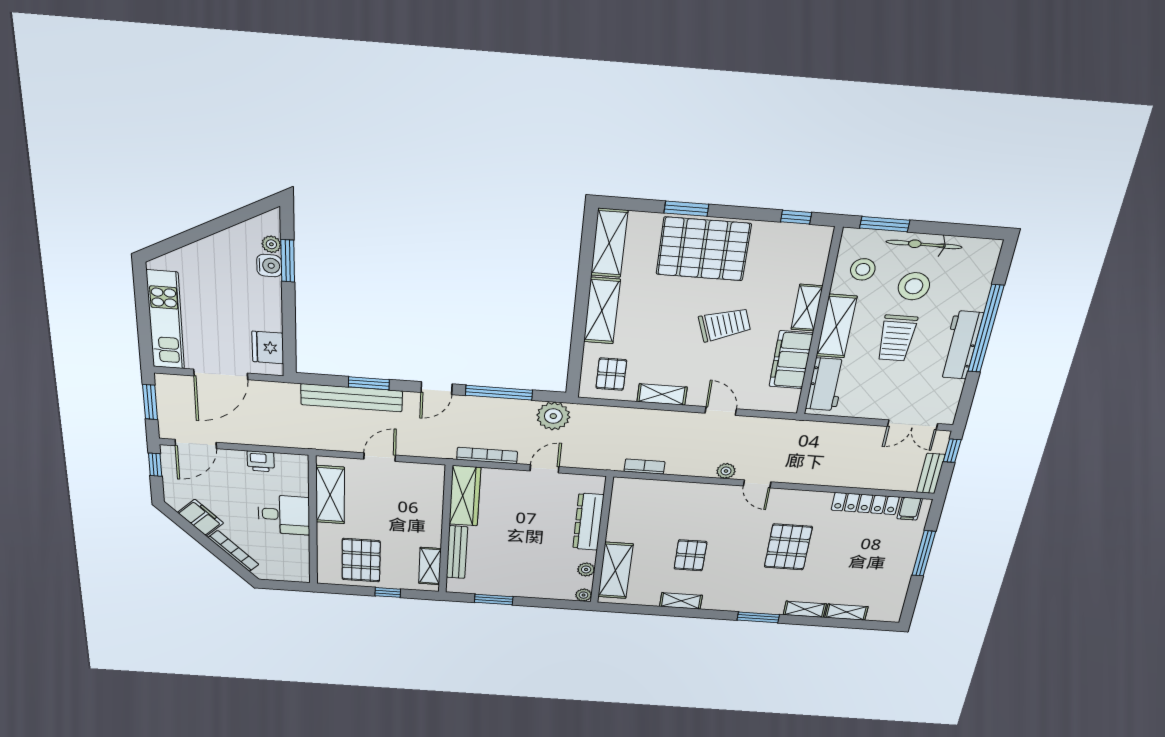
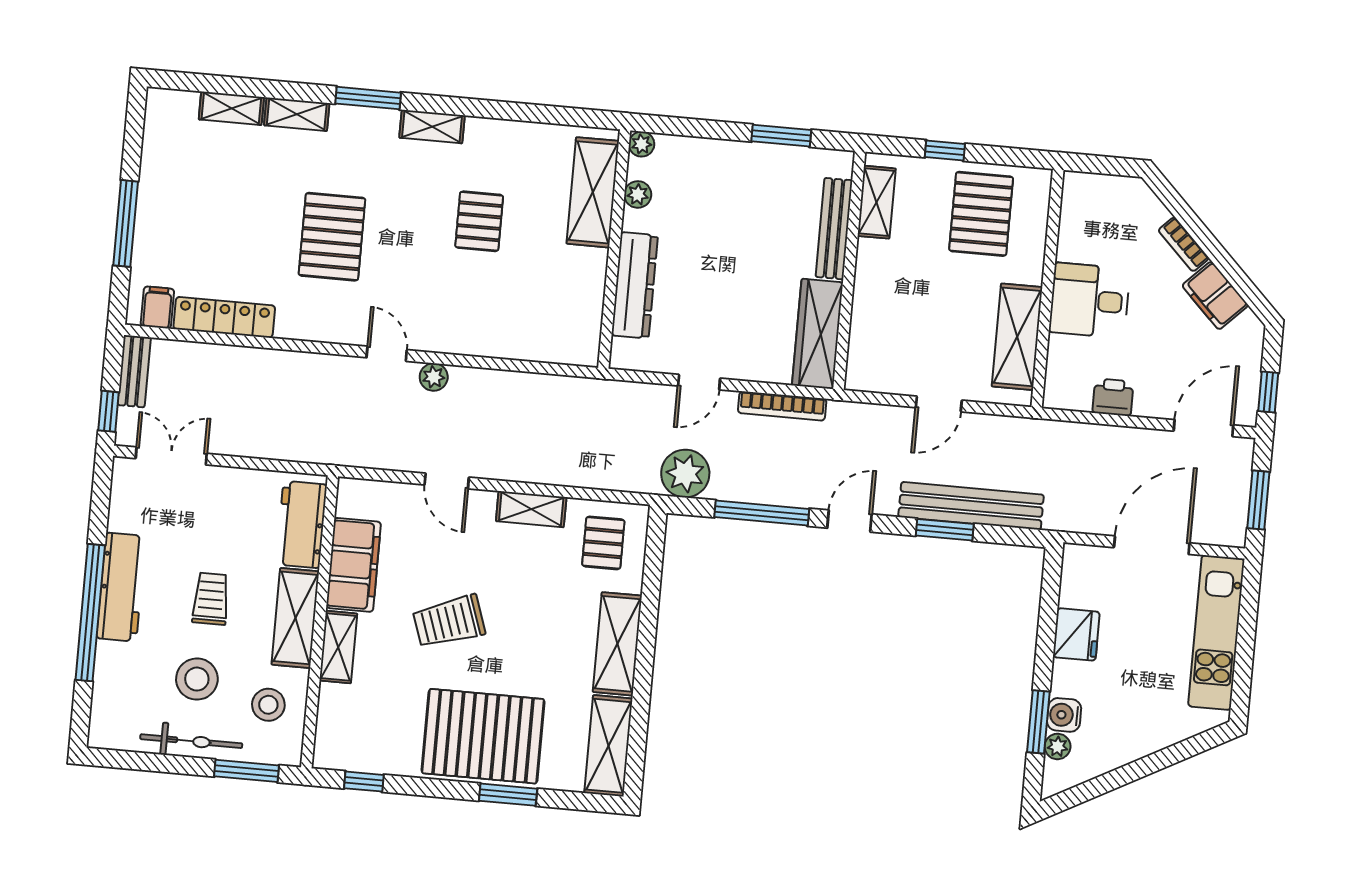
trolley: (897, 338) -> (211, 599), width x0.73, depth x0.72
fridge: (268, 347) -> (1076, 634), moved
bookcase: (644, 467) -> (553, 385), removed
bookcase: (234, 551) -> (1184, 244), width x0.64
shelving: (681, 601) -> (432, 127), moved

